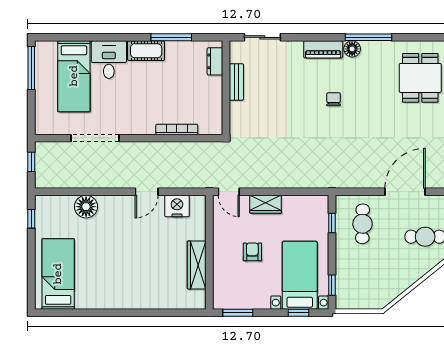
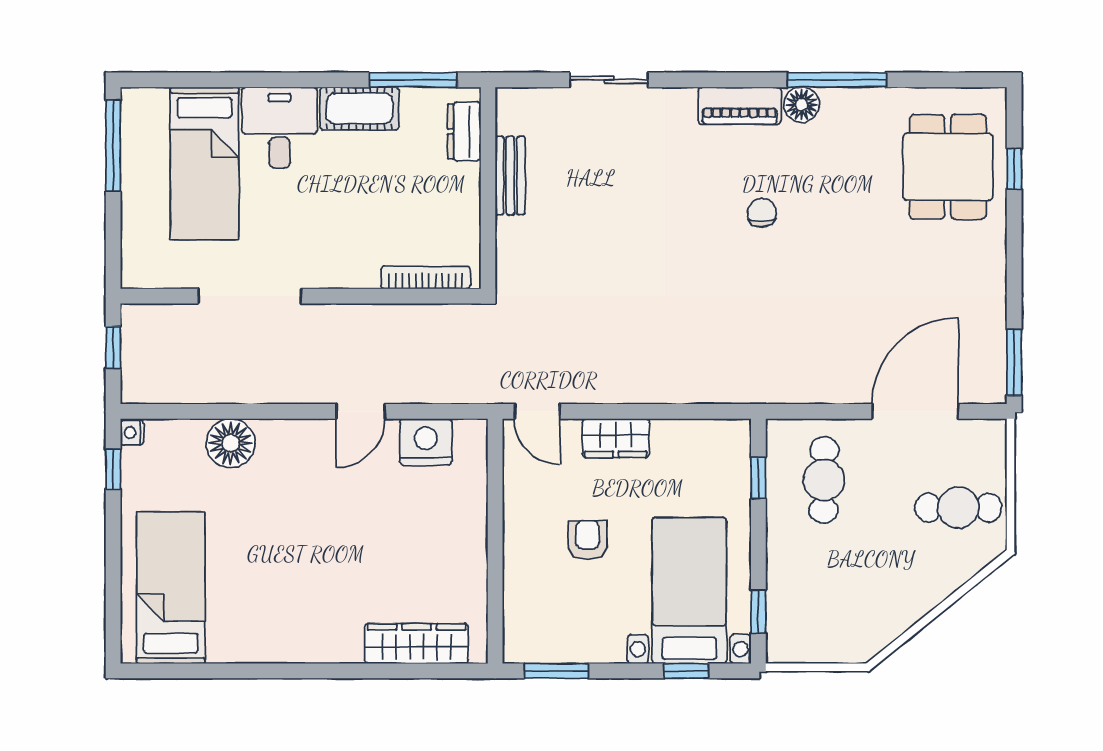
dresser: (215, 61) -> (464, 131), moved
bench: (236, 82) -> (510, 176), moved
wall: (226, 88) -> (488, 188), moved
nightstand: (40, 202) -> (132, 433), added
wardrobe: (197, 265) -> (417, 644), moved, turned 90

